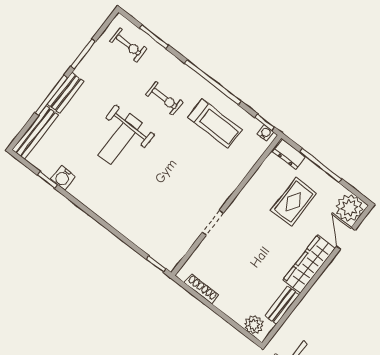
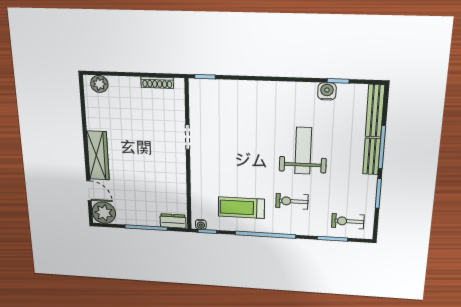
rug: (294, 202) -> (144, 191), removed
bench: (282, 305) -> (92, 113), removed

